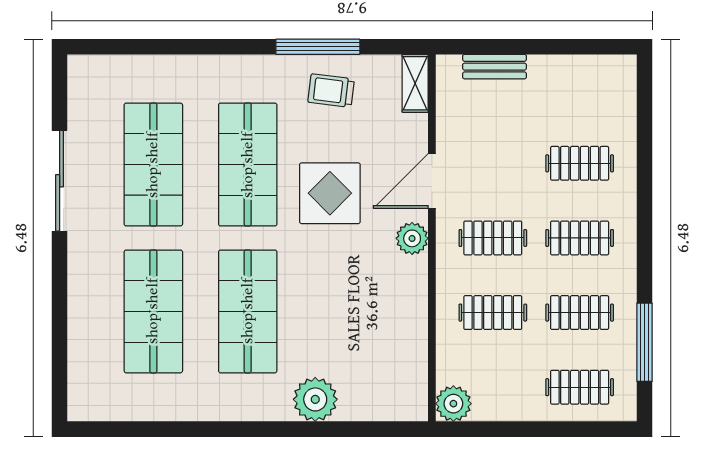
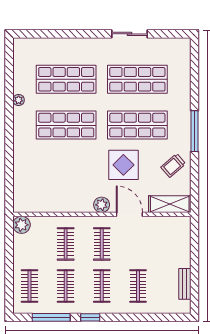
window: (318, 47) -> (194, 131), moved
bench: (495, 67) -> (185, 284), moved
shelving: (415, 83) -> (170, 204), width x1.50, depth x1.33
trolley: (331, 91) -> (173, 165), turned -138
sliding door: (60, 181) -> (130, 34), width x0.73
window: (645, 262) -> (90, 317), added
plant: (315, 399) -> (19, 100), moved, width x0.53, depth x0.53

